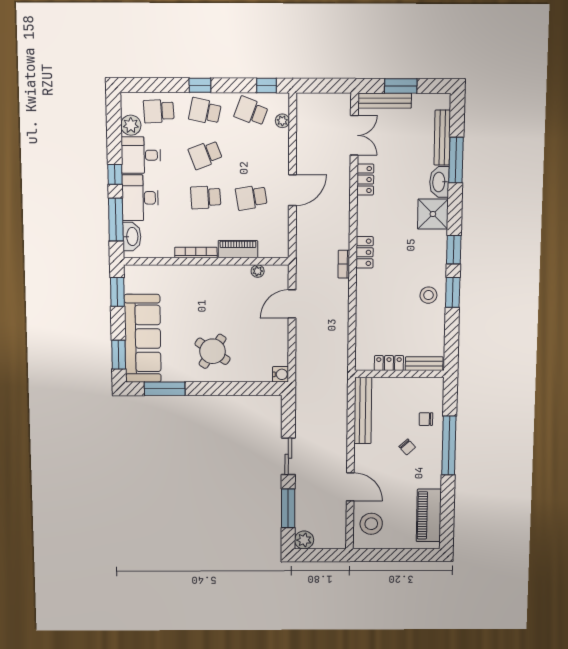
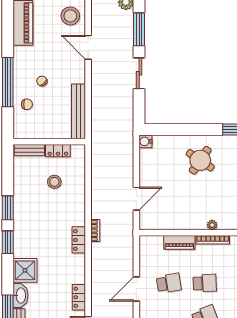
plant: (258, 271) -> (212, 225), moved
stool: (428, 295) -> (54, 182), moved

